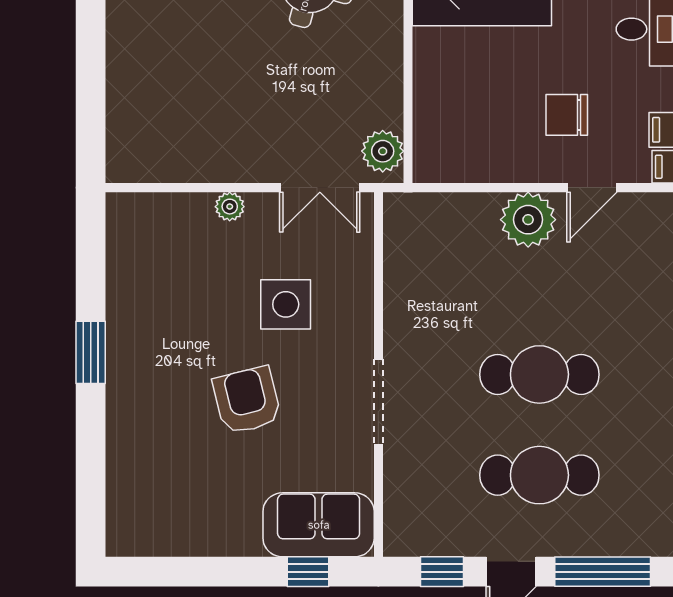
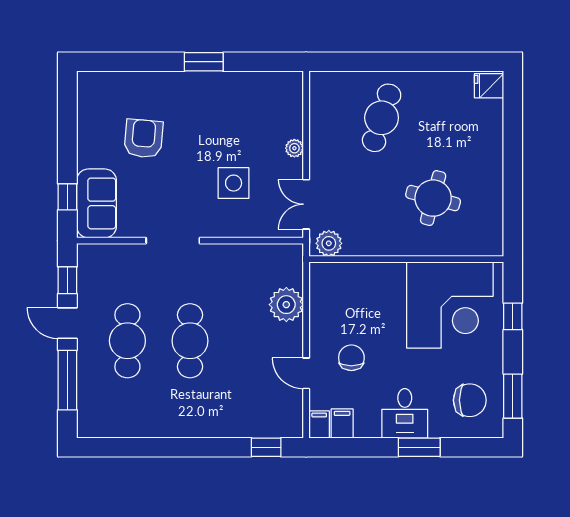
cafe table: (181, 66) -> (382, 118), added
plant: (528, 220) -> (286, 305), moved
armchair: (247, 400) -> (143, 139), moved, turned -71

